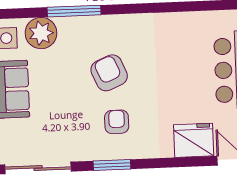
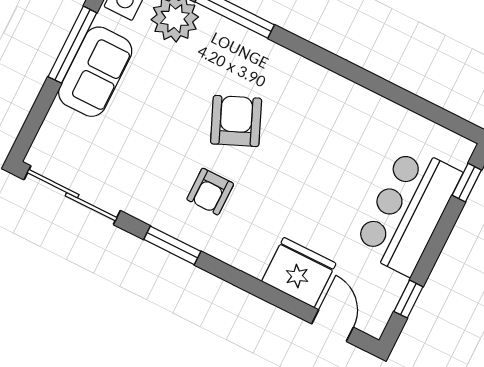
armchair: (117, 122) -> (210, 192), turned 180

